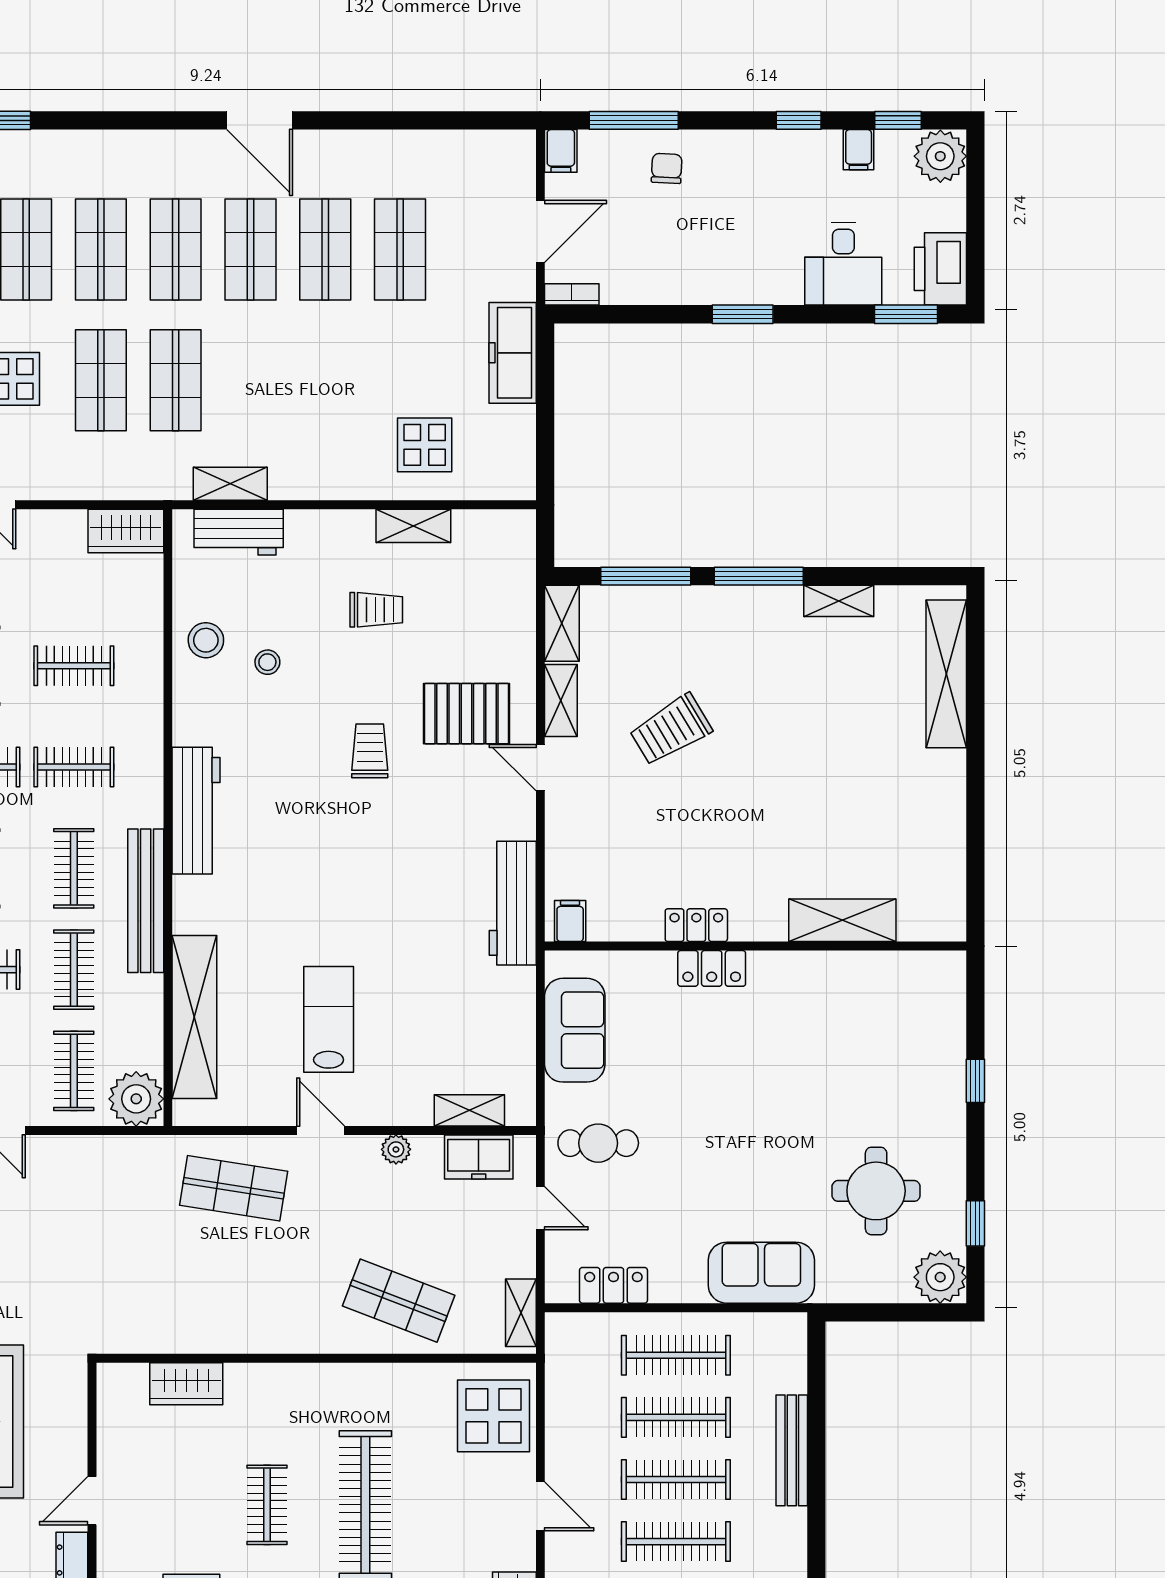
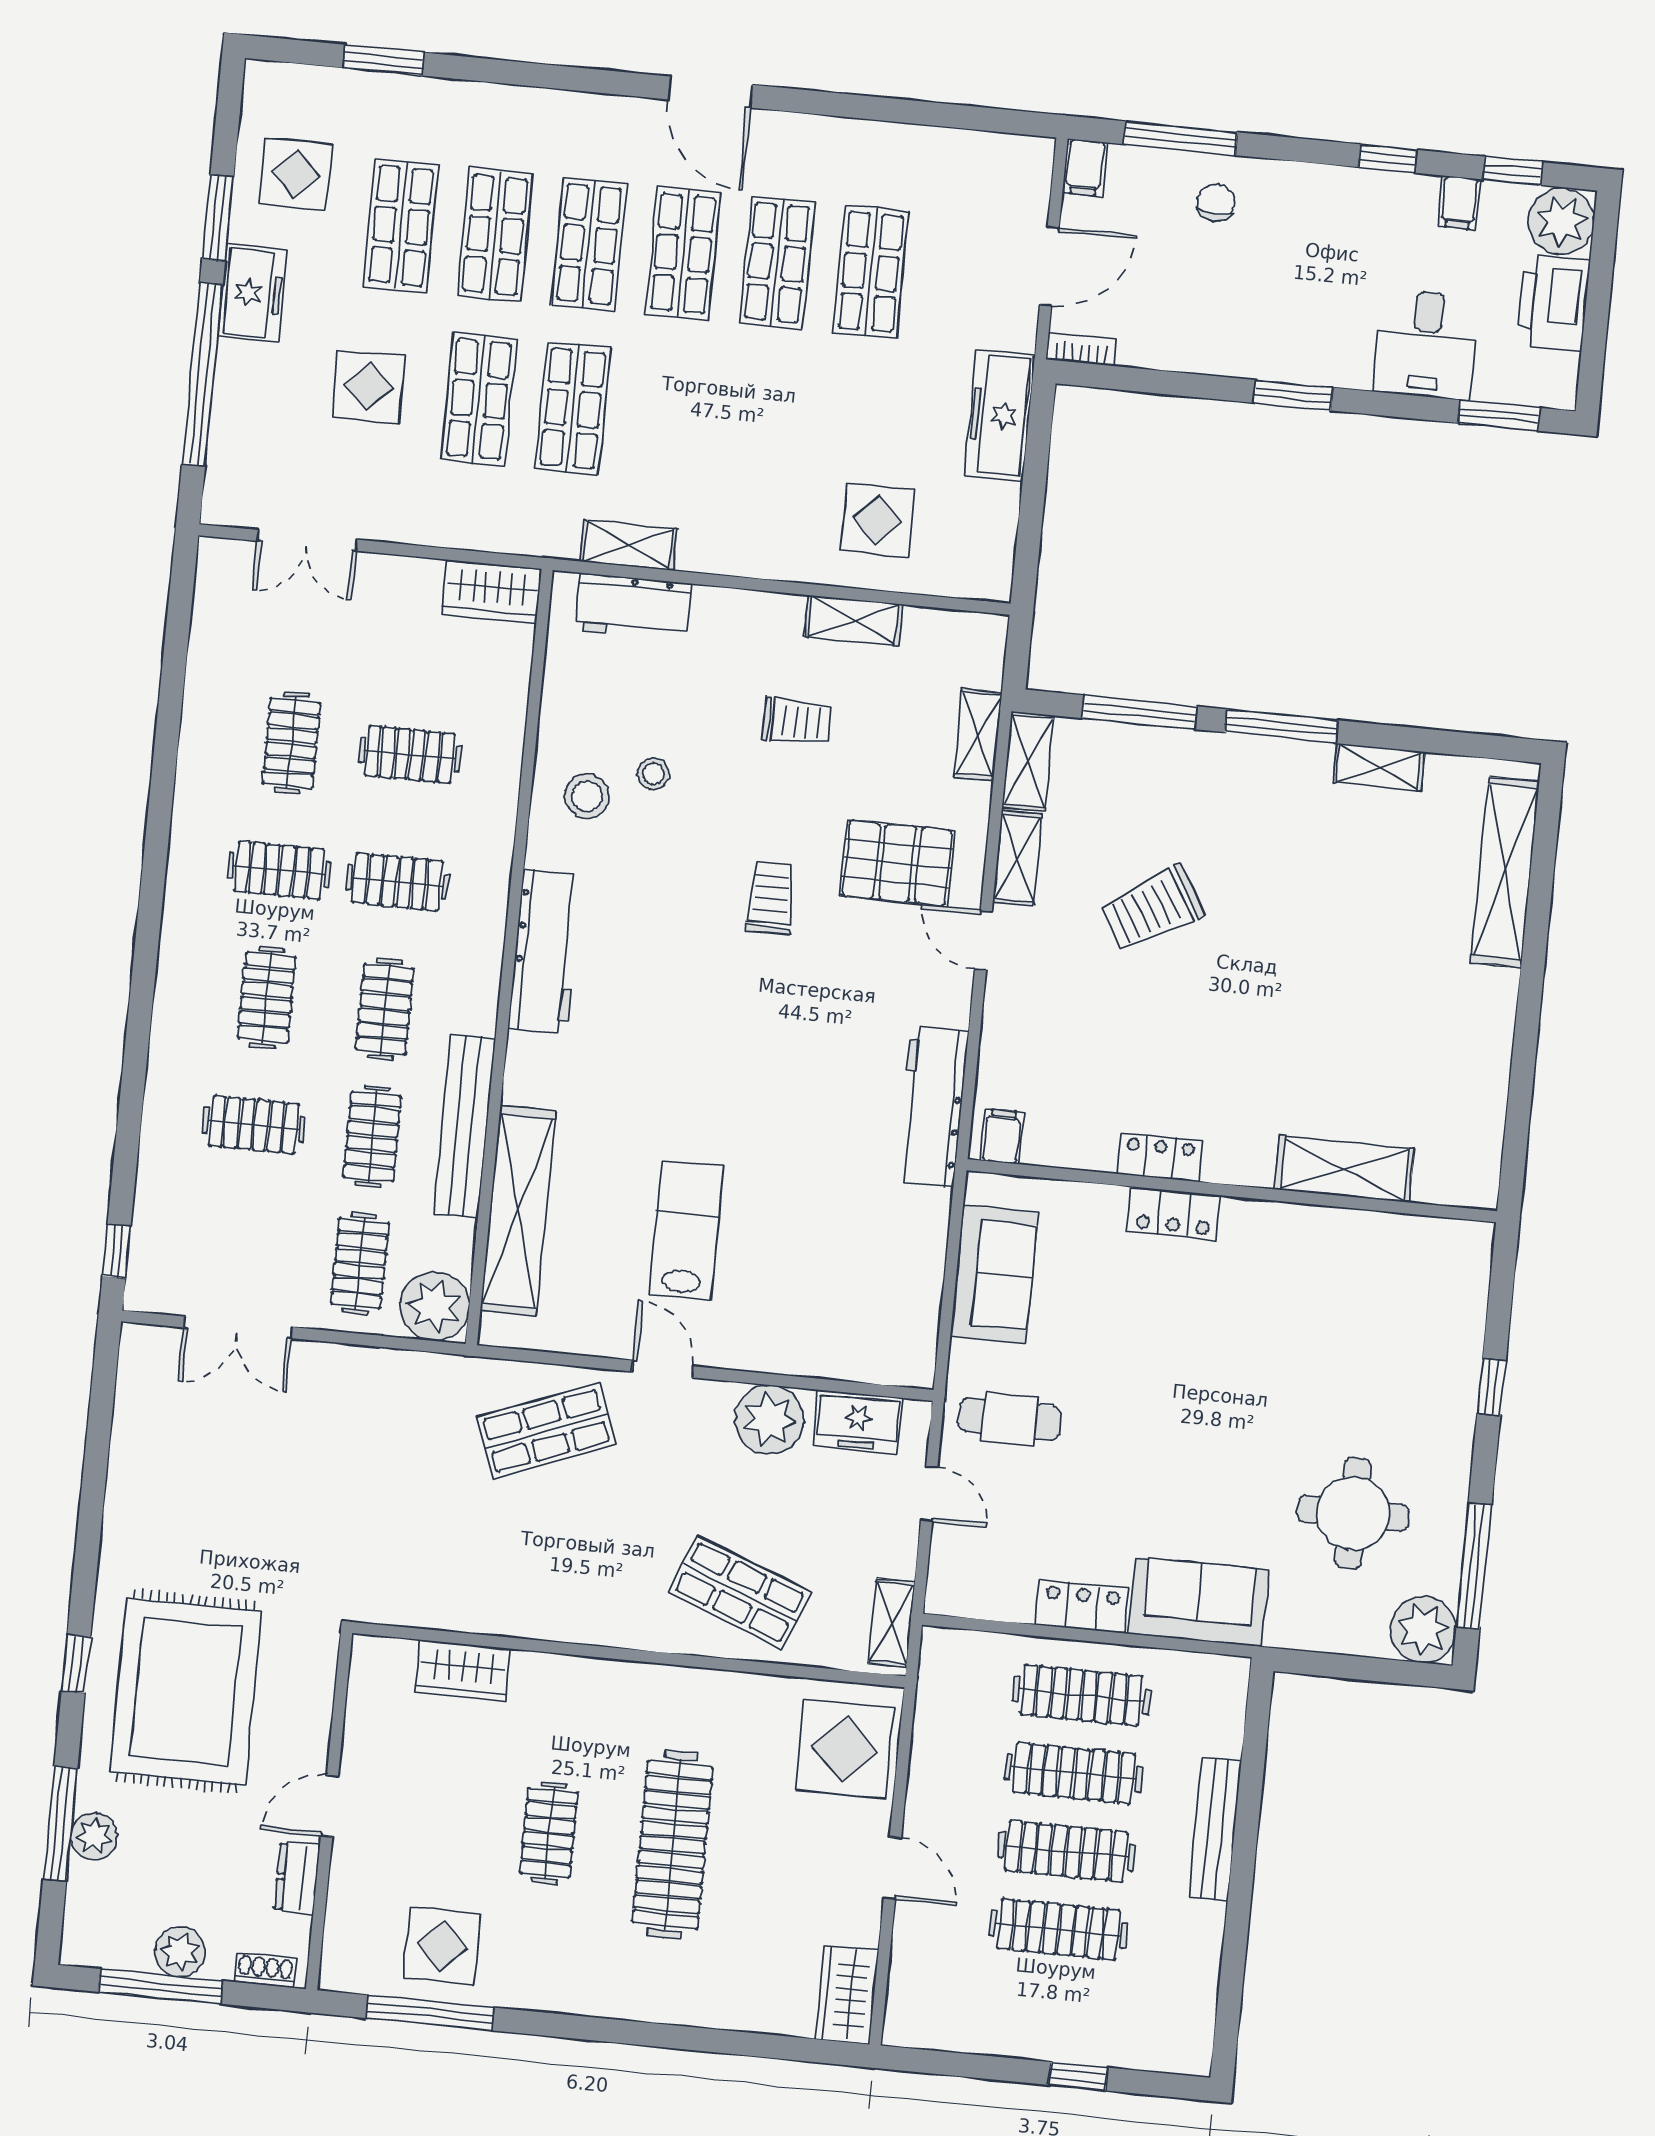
printer: (940, 269) -> (1553, 303), moved
stool: (206, 640) -> (587, 796), moved
bench: (146, 901) -> (464, 1126), moved
shelving: (469, 1110) -> (978, 735), moved, turned 90
plant: (396, 1149) -> (769, 1420), width x1.87, depth x1.87
shop shelf: (234, 1188) -> (546, 1431), turned -30
window: (975, 1223) -> (1474, 1566), width x2.17
locker: (613, 1285) -> (1082, 1607), moved

